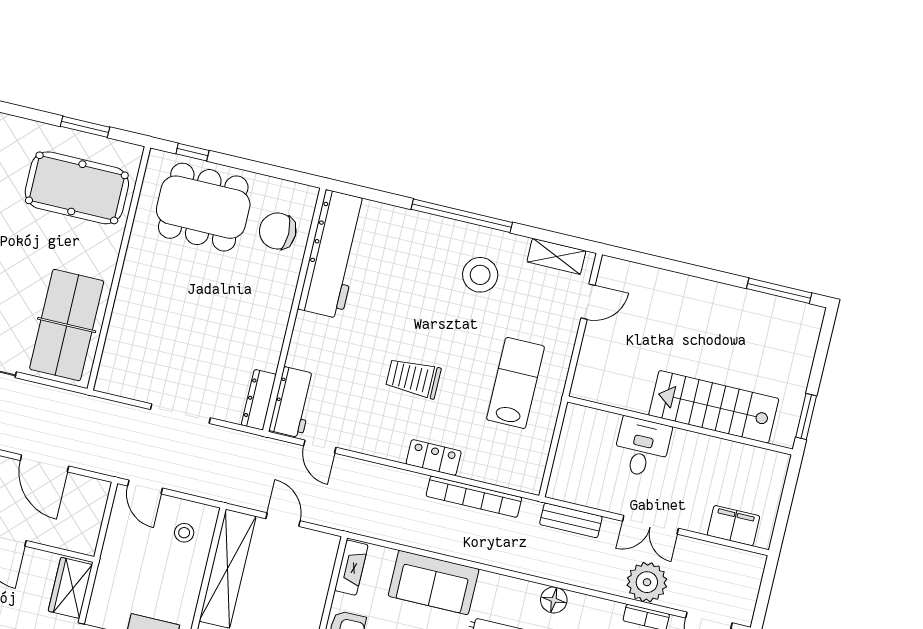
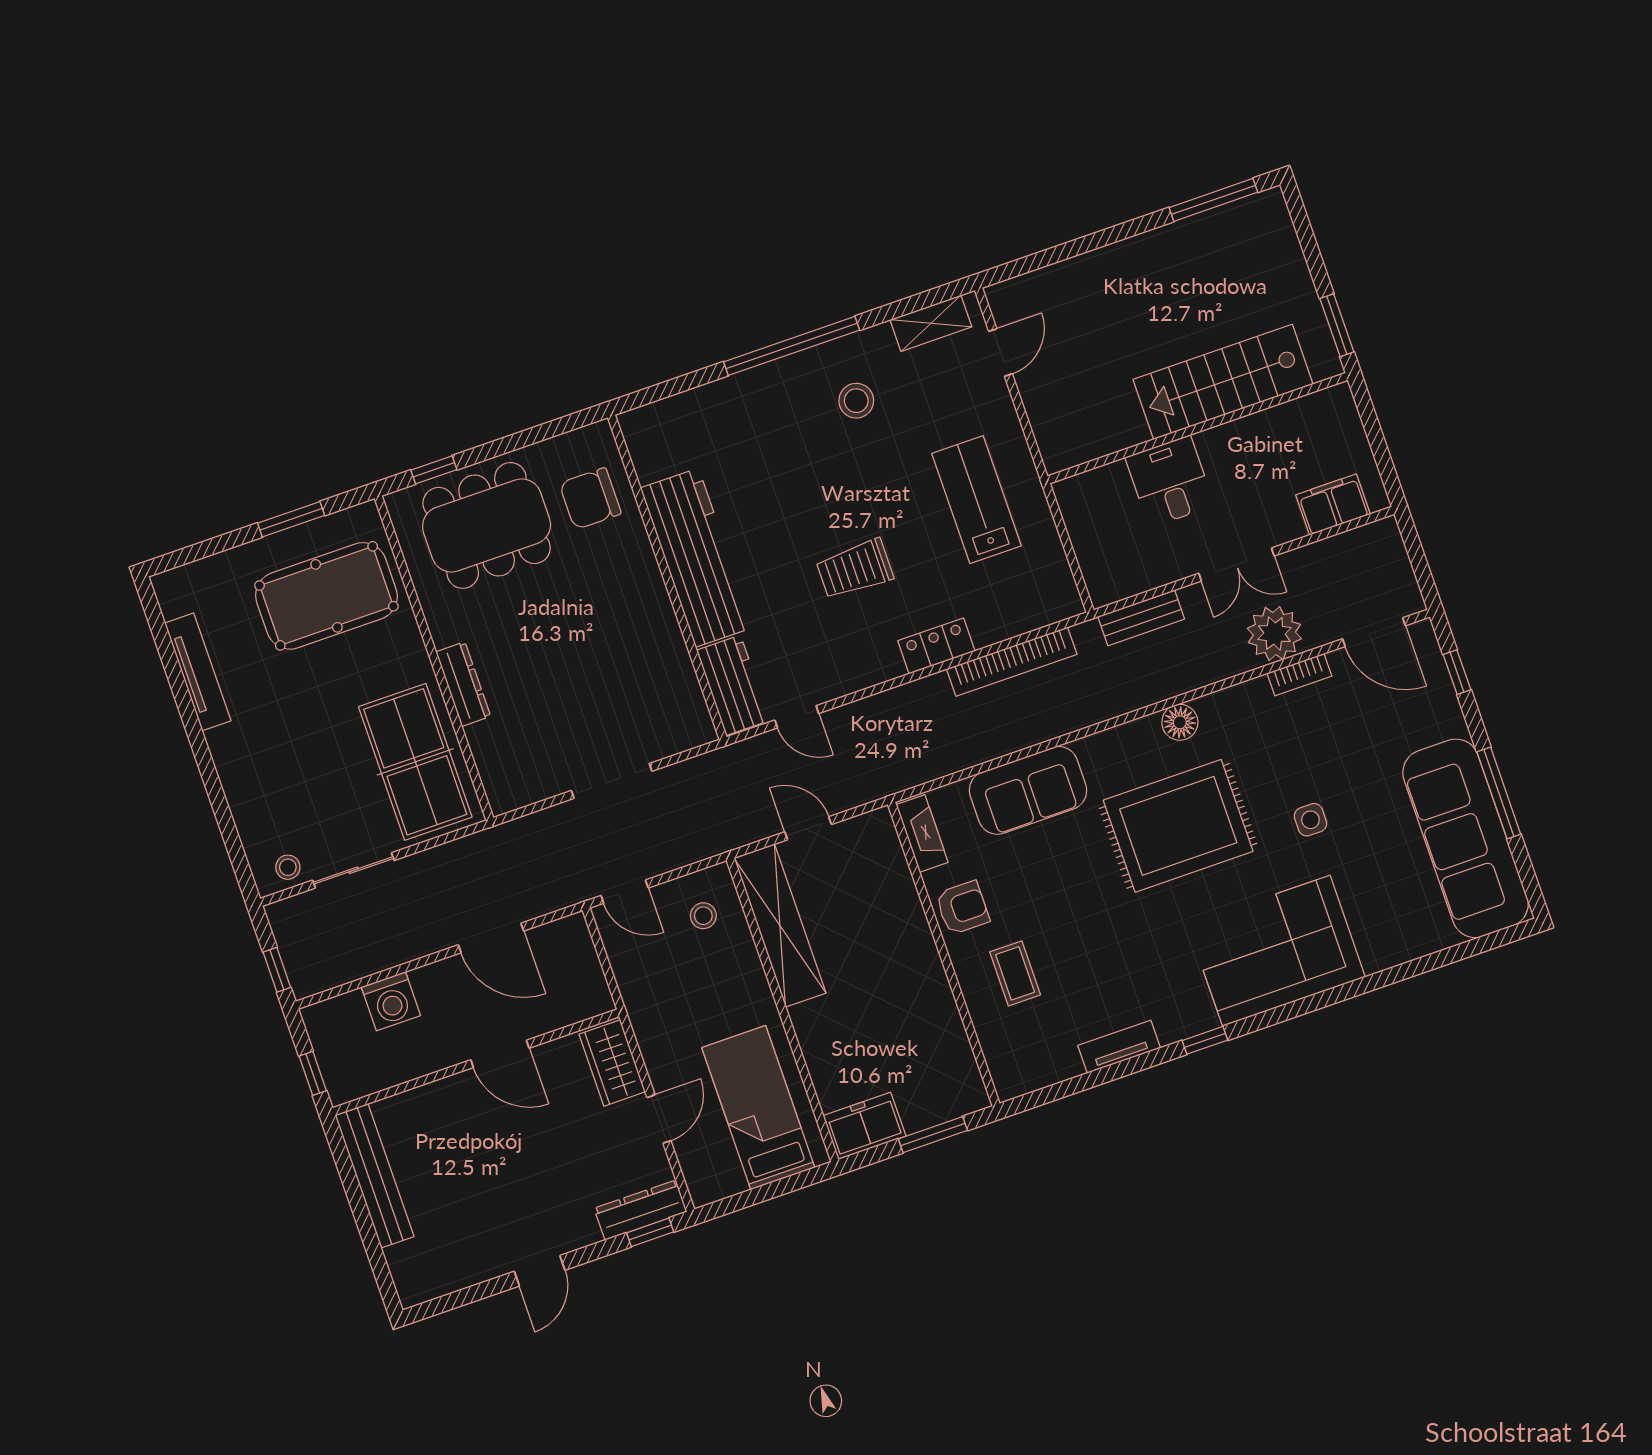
workbench: (333, 254) -> (697, 558), moved
stool: (480, 275) -> (856, 401), width x0.73, depth x0.73
dresser: (259, 400) -> (463, 684), moved, turned 180

